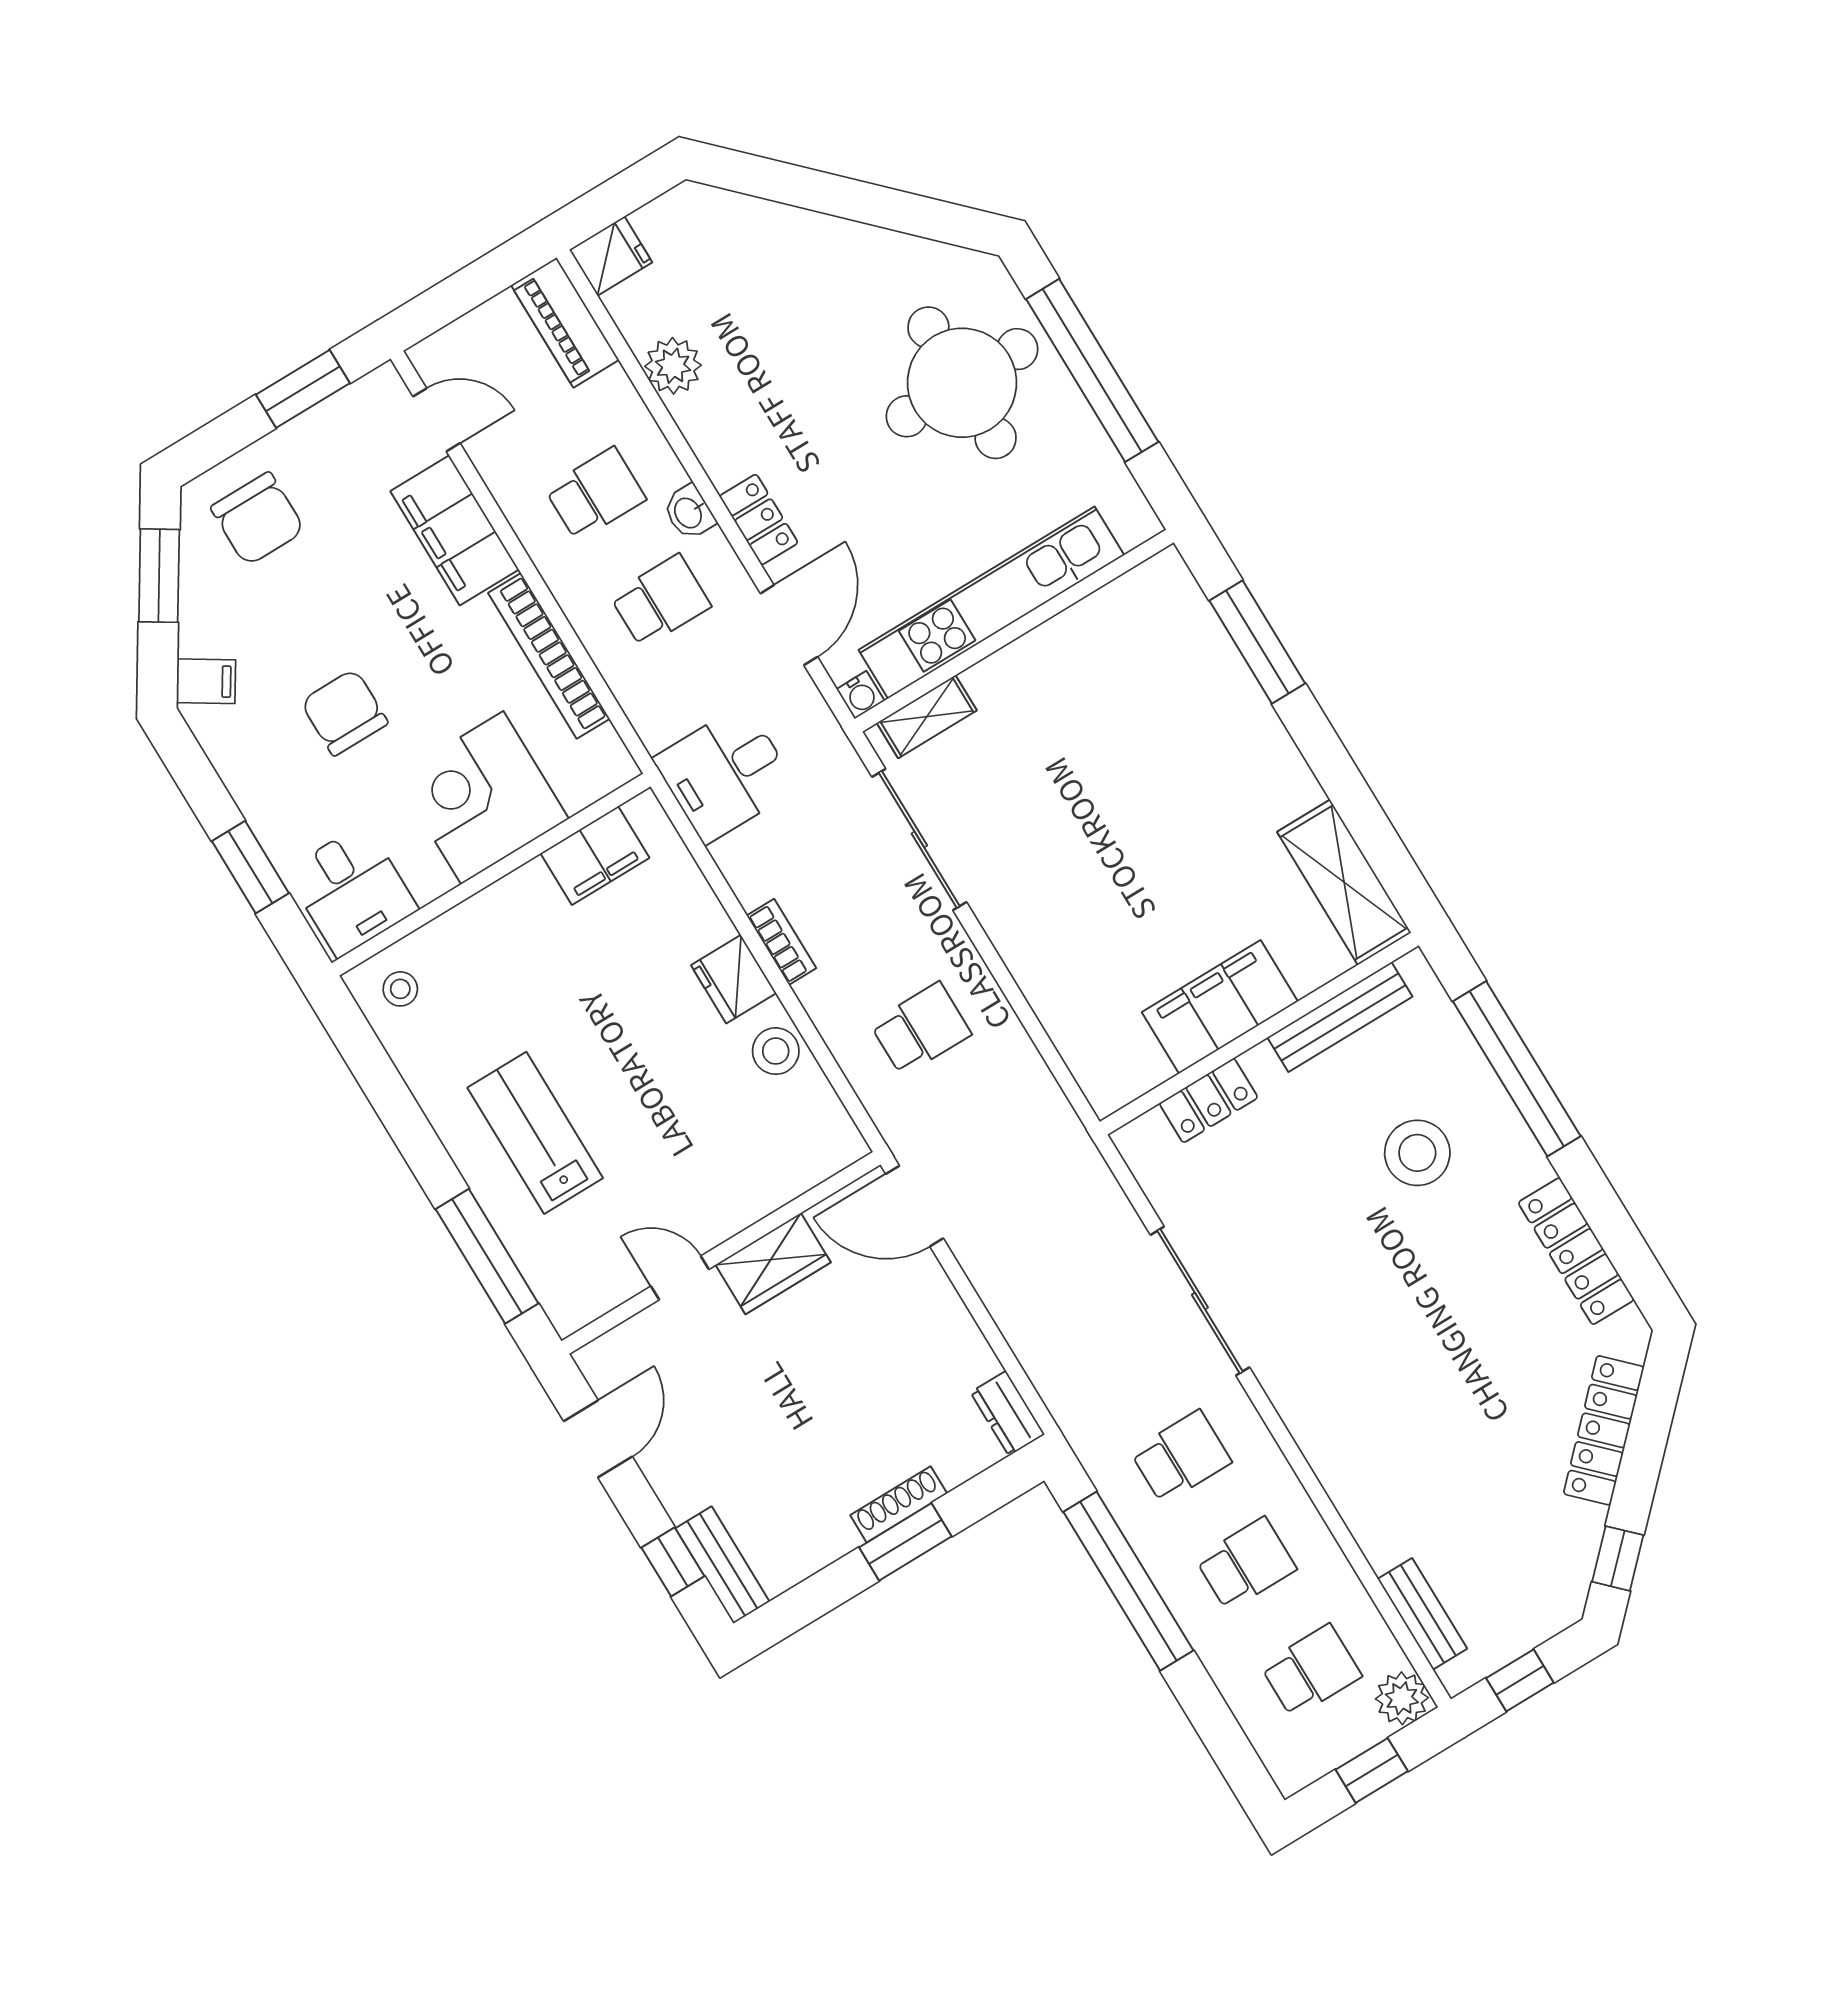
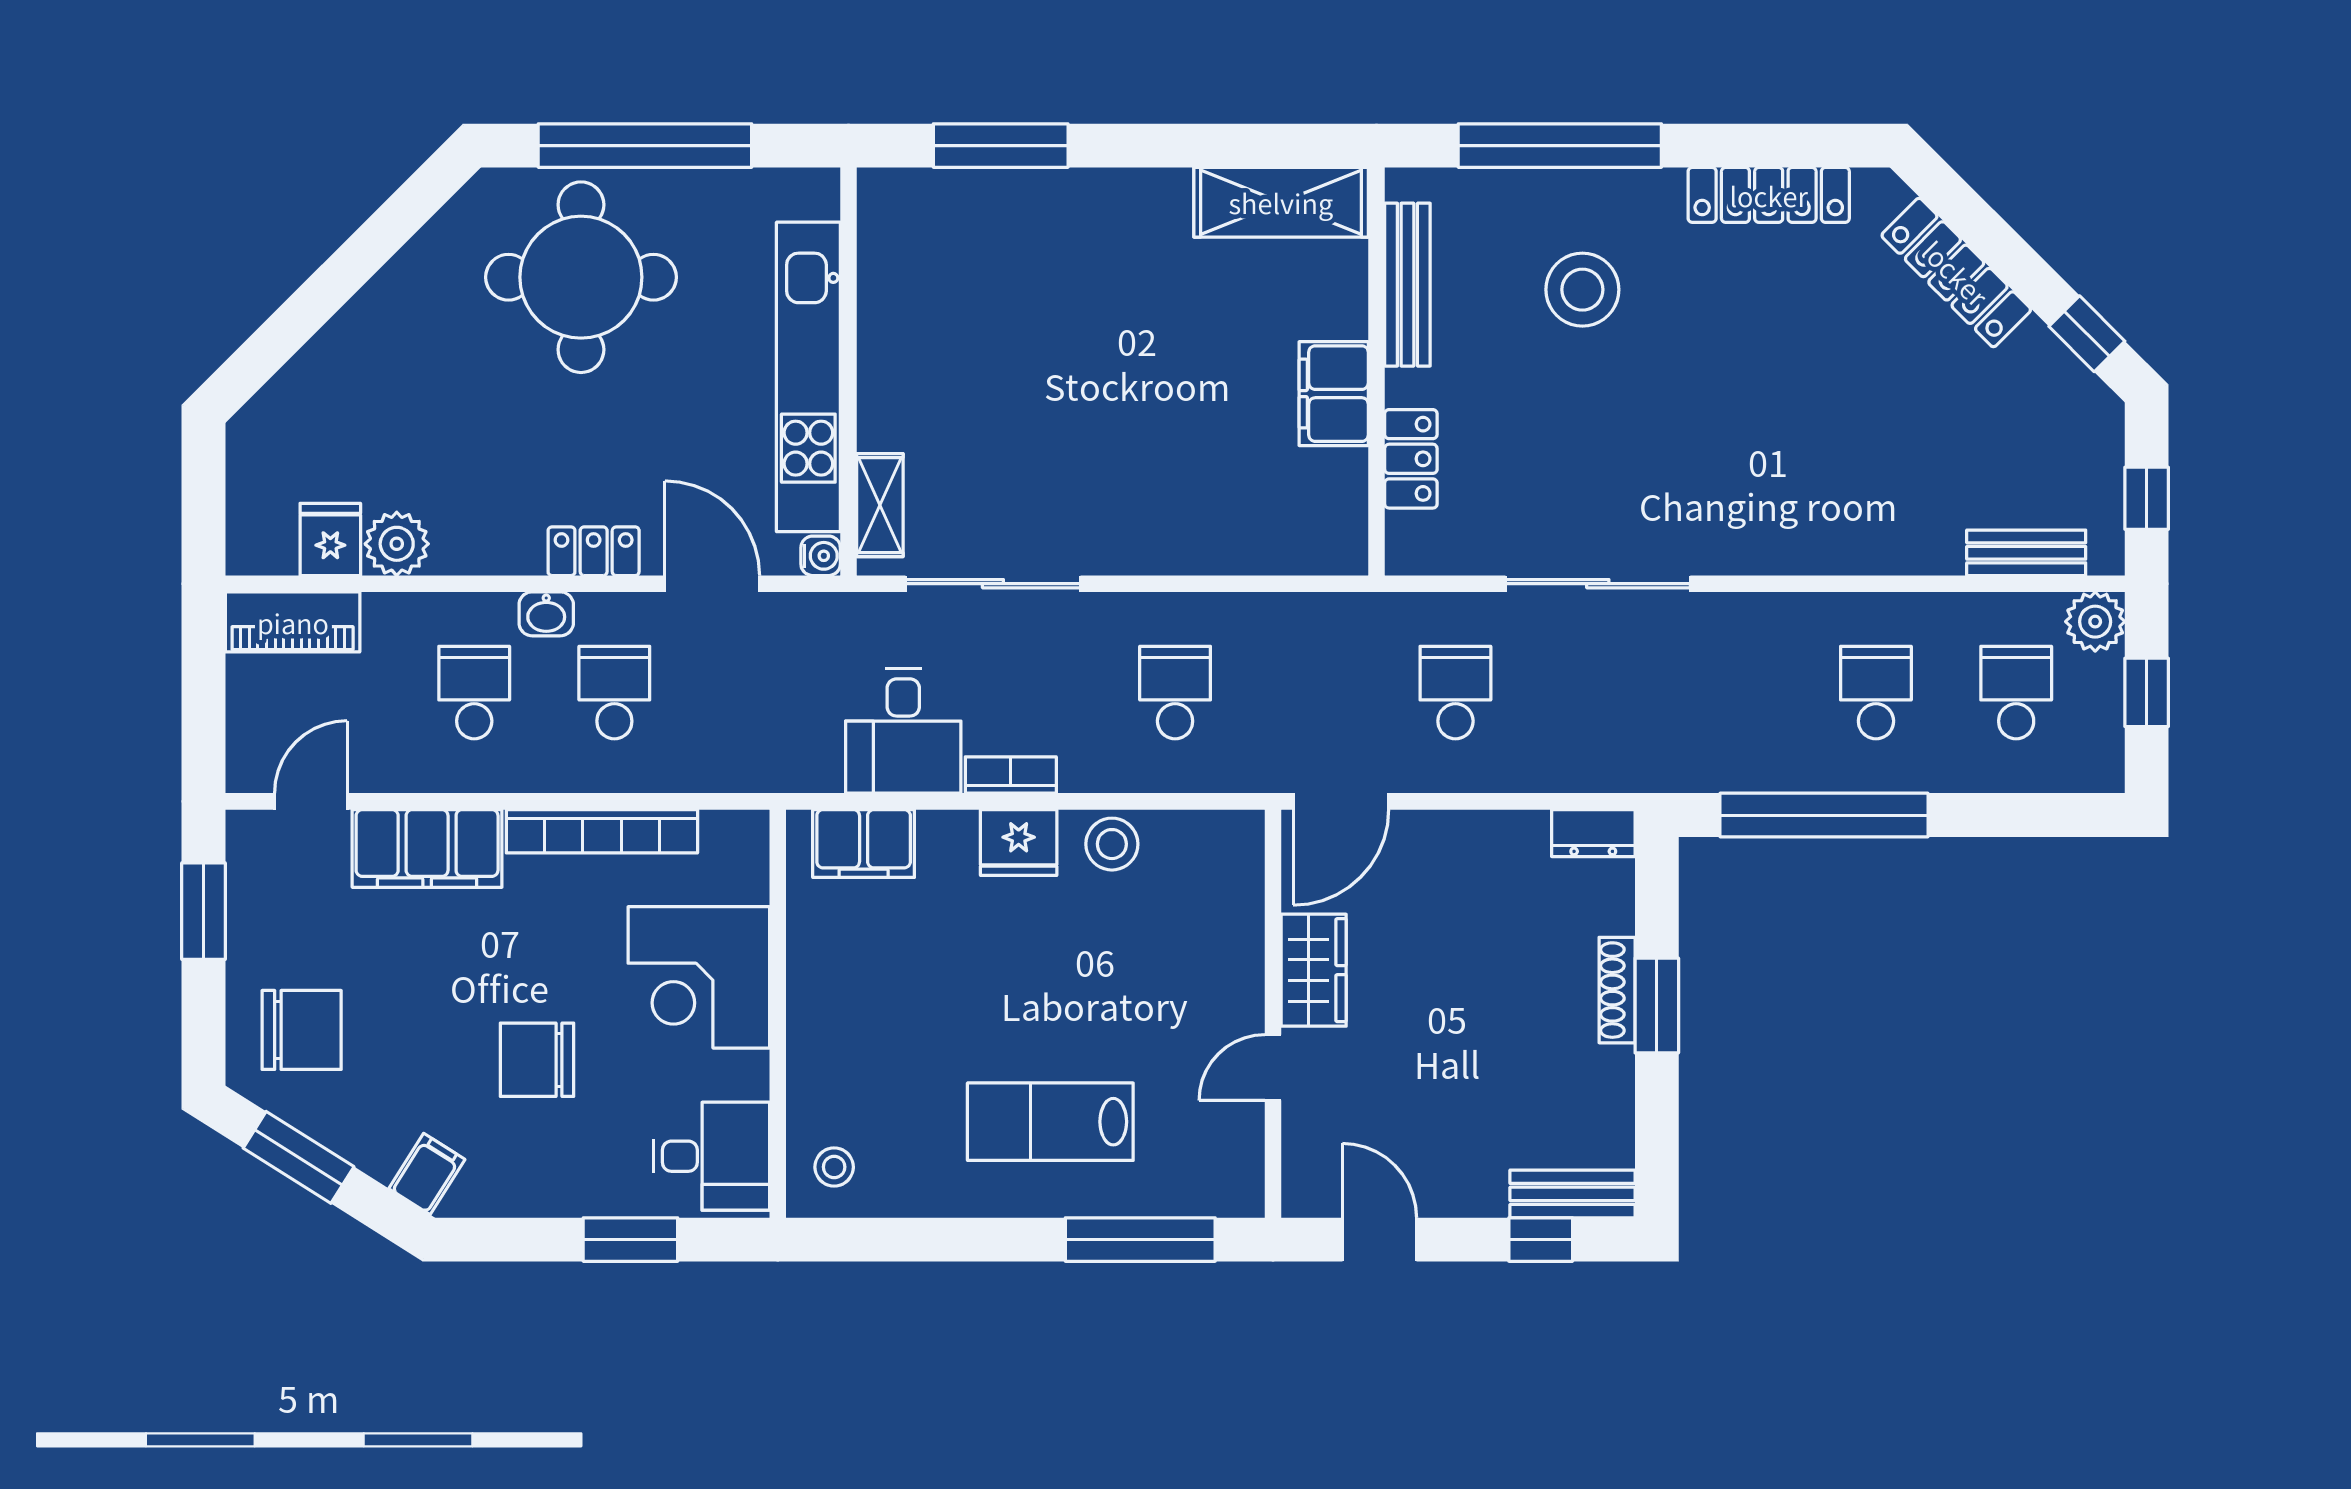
fridge: (611, 256) -> (330, 539), moved
desk: (725, 774) -> (903, 731), moved
filing cabinet: (595, 856) -> (864, 843), moved, turned 90
filing cabinet: (1220, 1007) -> (1334, 394), width x0.67, depth x0.86
school desk: (1181, 1457) -> (1455, 693), moved

